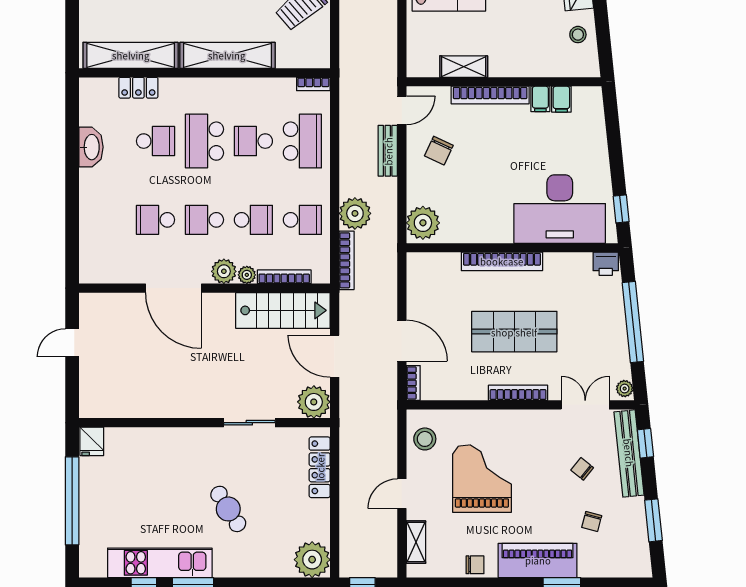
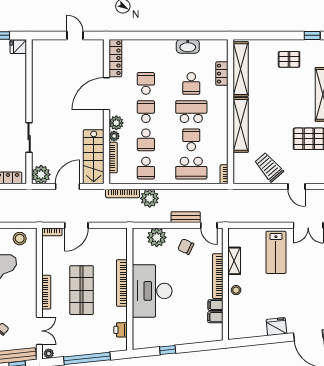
stool: (578, 35) -> (236, 290), moved
desk: (560, 209) -> (152, 291), moved
window: (621, 209) -> (168, 350), moved
plant: (423, 223) -> (157, 237), moved
printer: (606, 264) -> (121, 330), moved
locker: (111, 273) -> (115, 58), added

